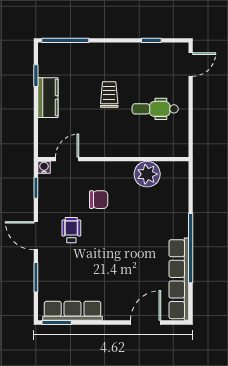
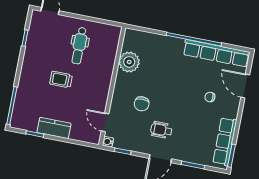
chair: (99, 200) -> (142, 104), turned 180
chair: (123, 282) -> (210, 97), added

